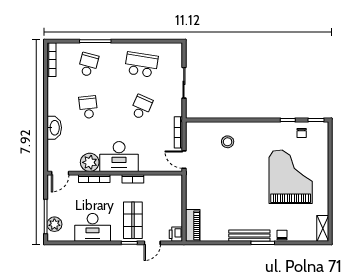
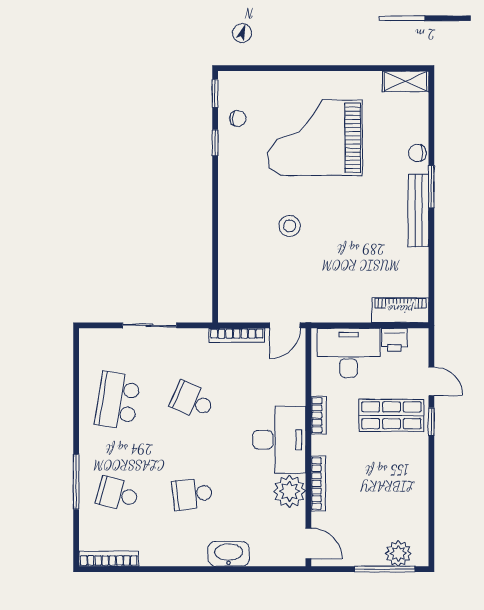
stool: (228, 142) -> (290, 226), moved
desk: (93, 227) -> (349, 353), moved, turned -90
printer: (176, 234) -> (394, 340), moved

